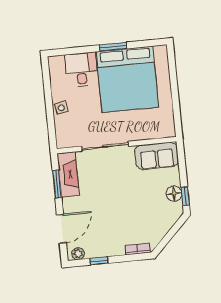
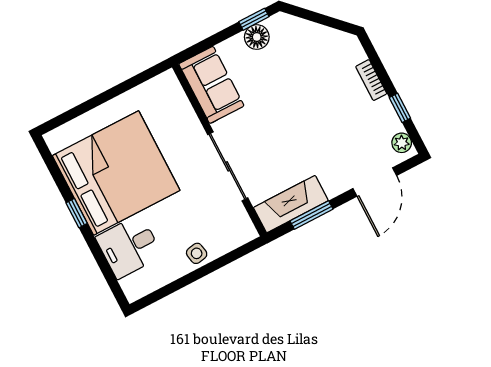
window: (113, 47) -> (77, 213), width x0.67
door: (61, 229) -> (375, 182), swing flipped
bookcase: (138, 249) -> (371, 80), moved

